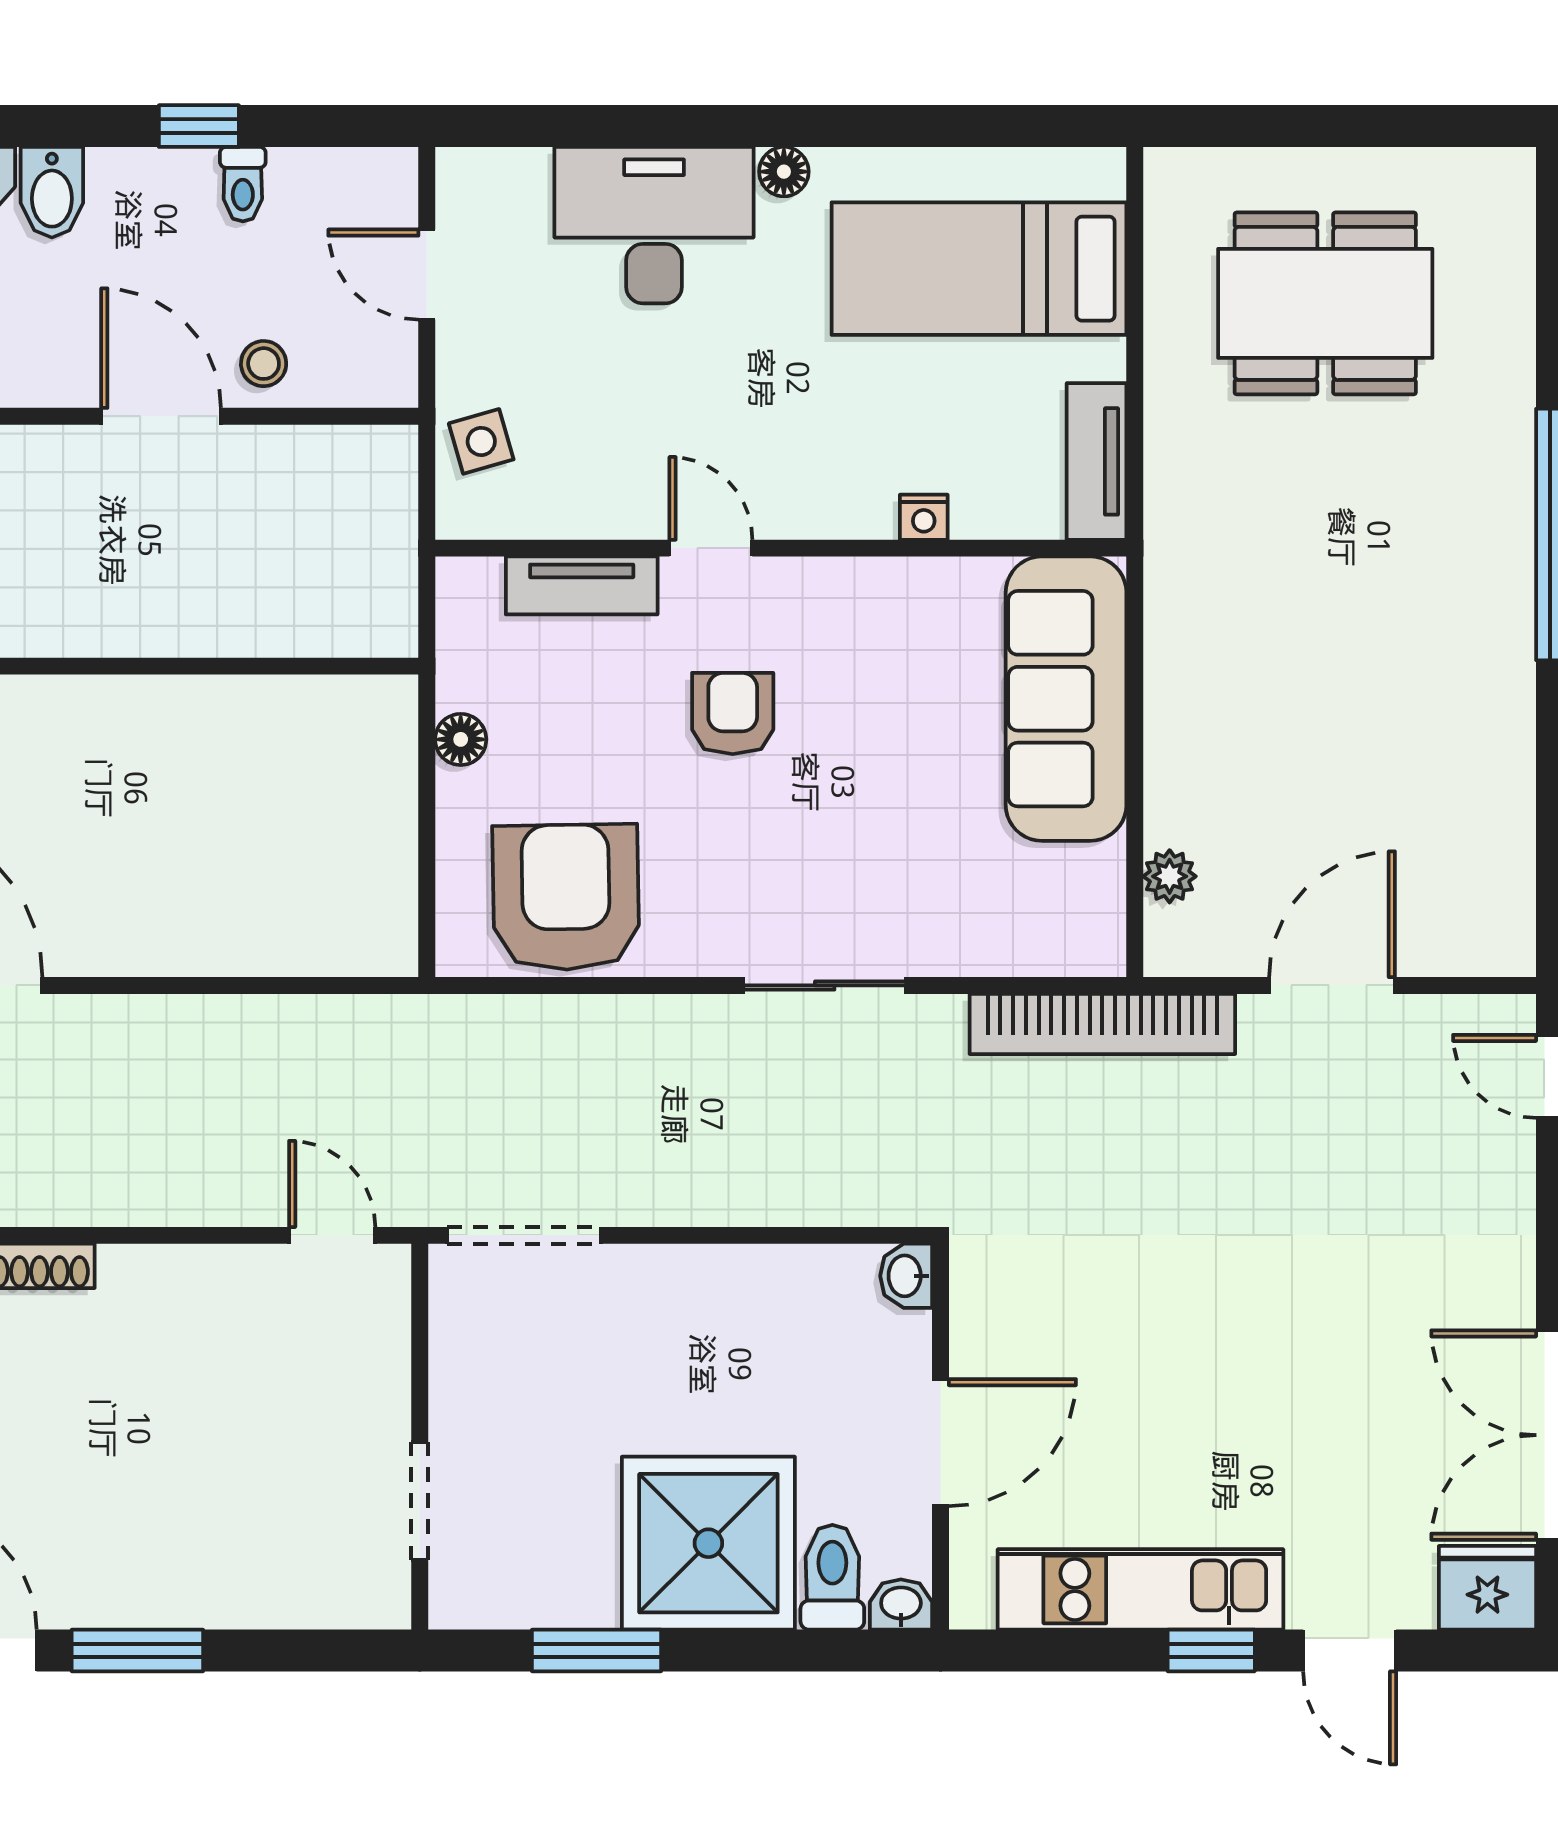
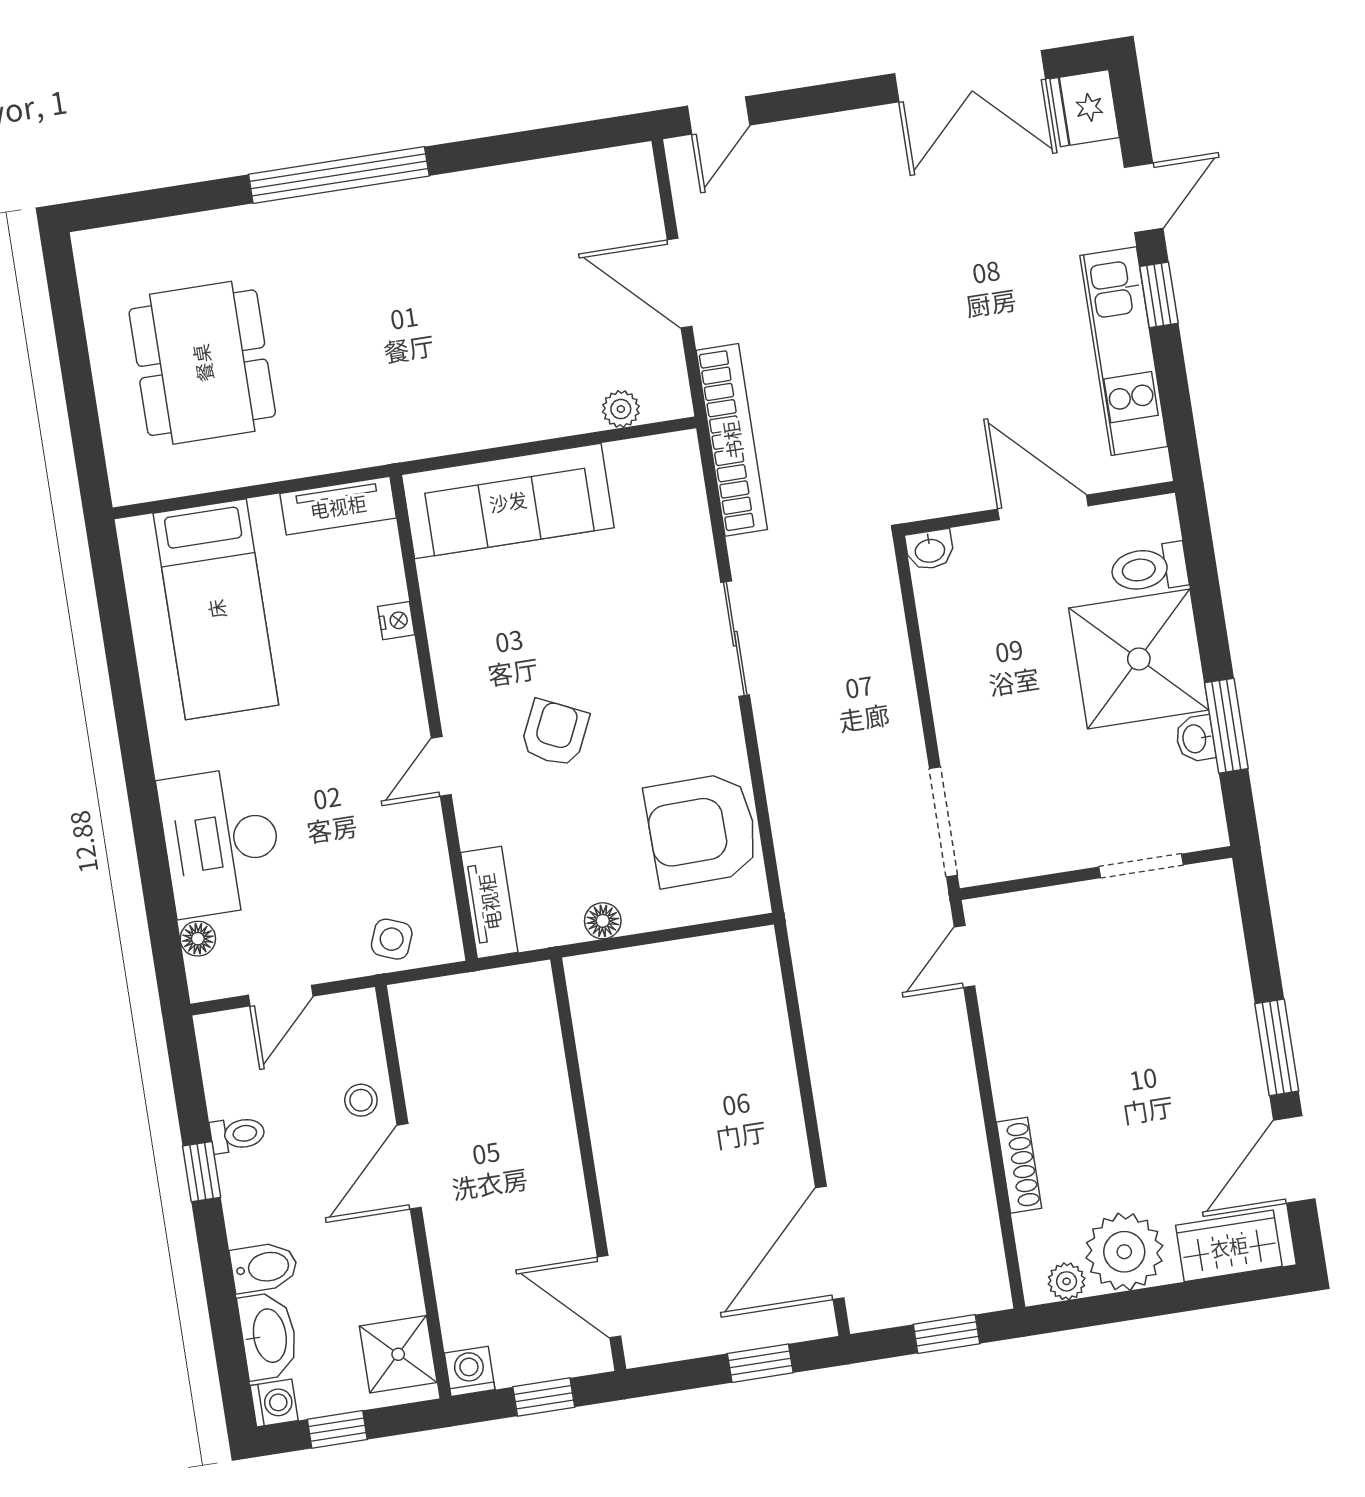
floor lamp: (784, 172) -> (198, 939), moved
side table: (481, 441) -> (392, 939), turned 38
tv unit: (582, 585) -> (489, 902), moved
armchair: (733, 713) -> (555, 733), turned 115
washbasin: (901, 1605) -> (1195, 739), moved

